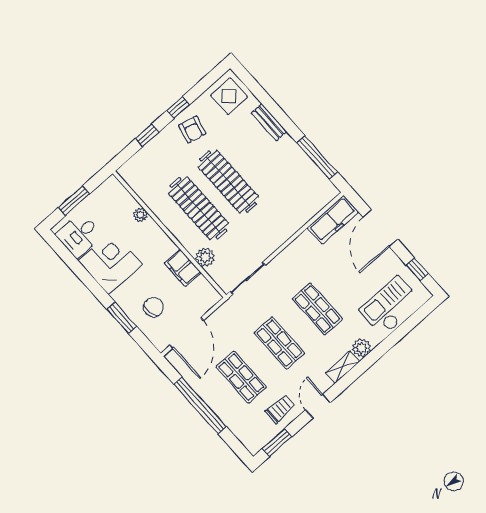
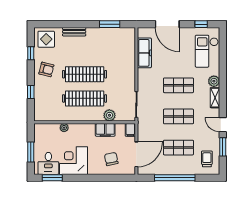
window: (178, 107) -> (31, 53), moved
window: (317, 157) -> (110, 24), width x0.69
freezer: (333, 220) -> (144, 53), moved
filing cabinet: (210, 299) -> (130, 130), added
window: (122, 318) -> (52, 178), moved
door: (187, 333) -> (136, 154), hinge flipped
trolley: (280, 409) -> (207, 159), moved
window: (277, 443) -> (223, 147), moved

